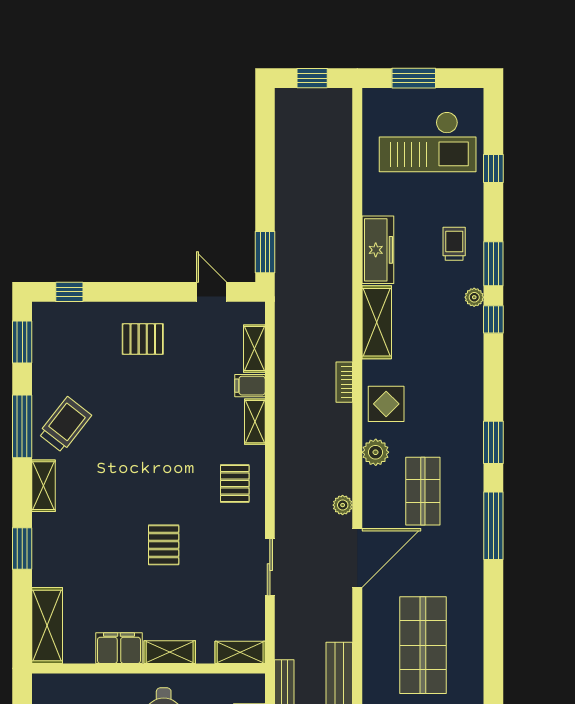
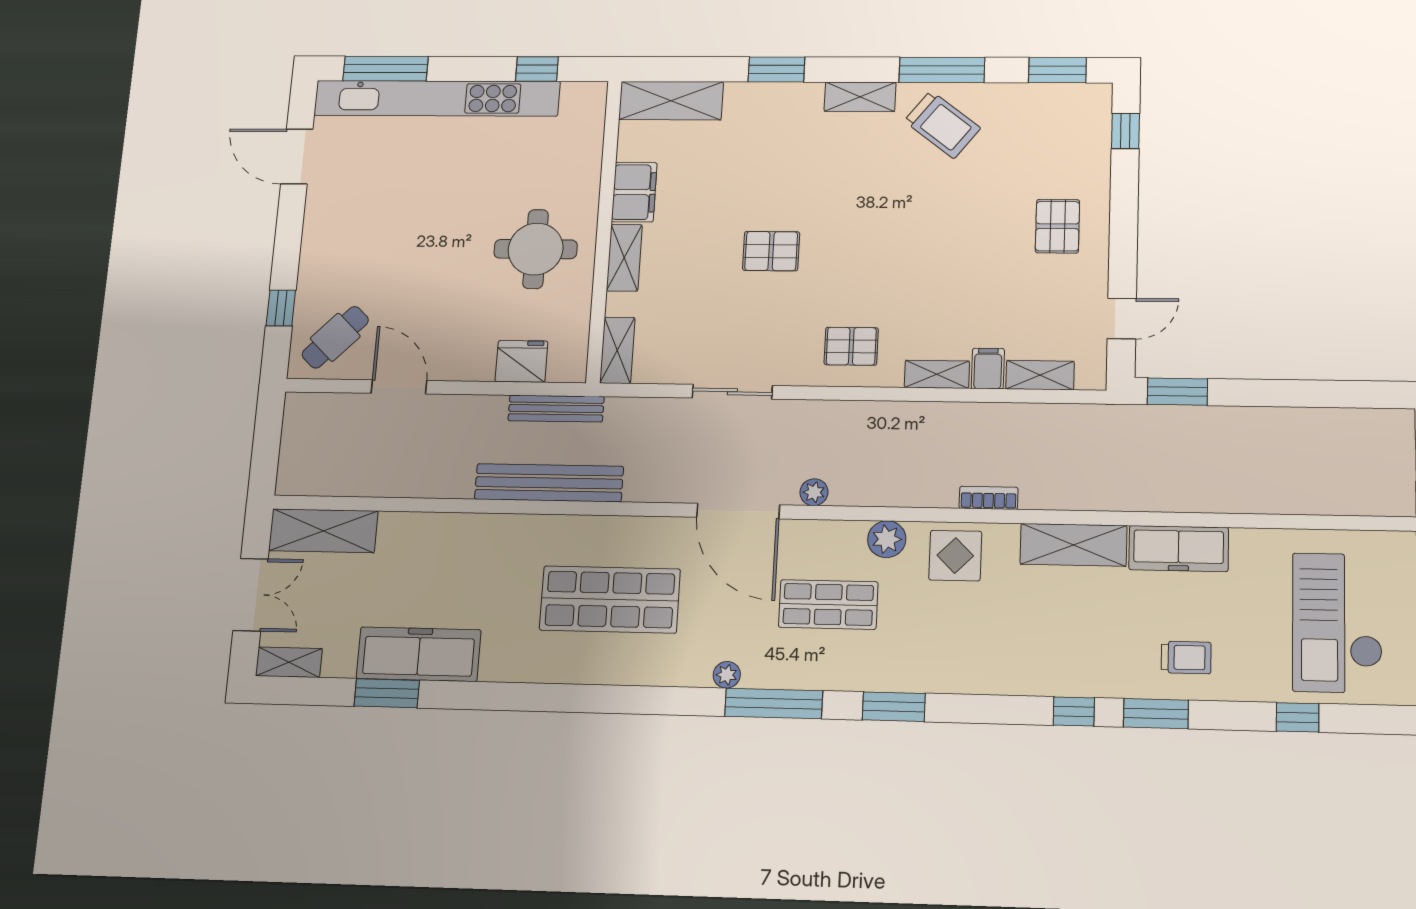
plant: (474, 297) -> (727, 675), moved

